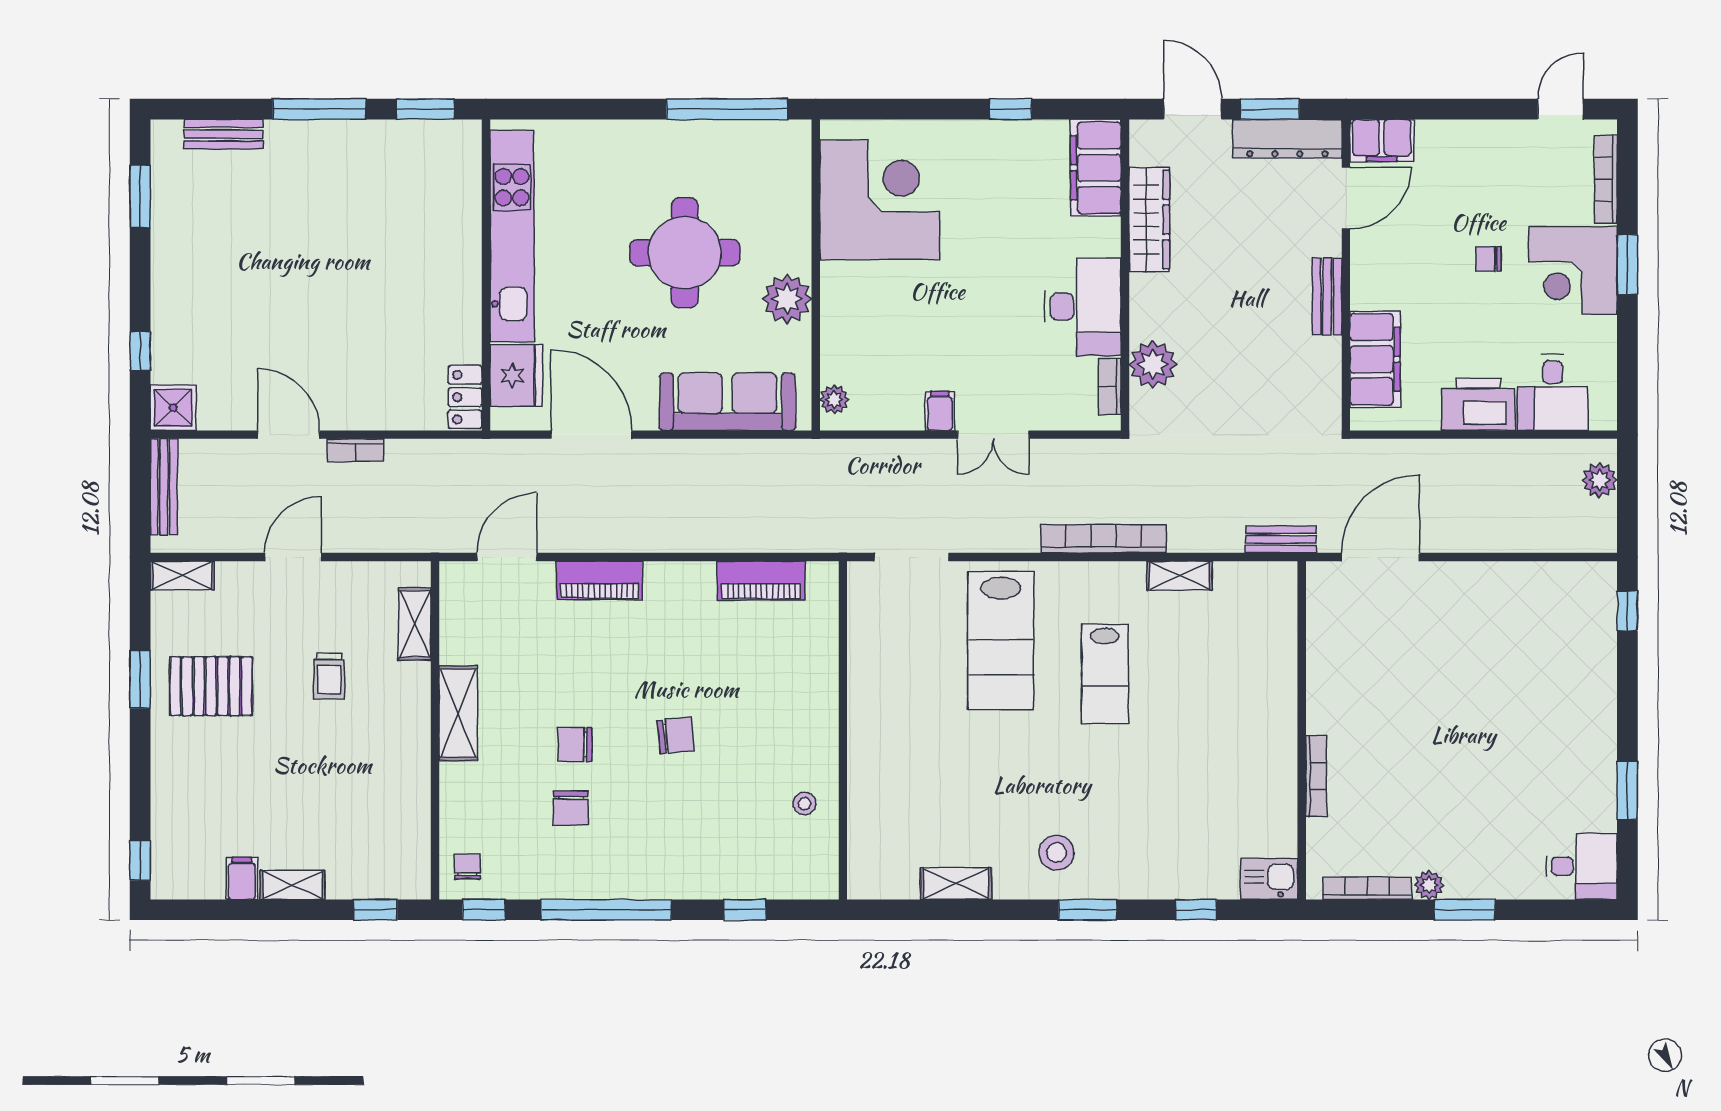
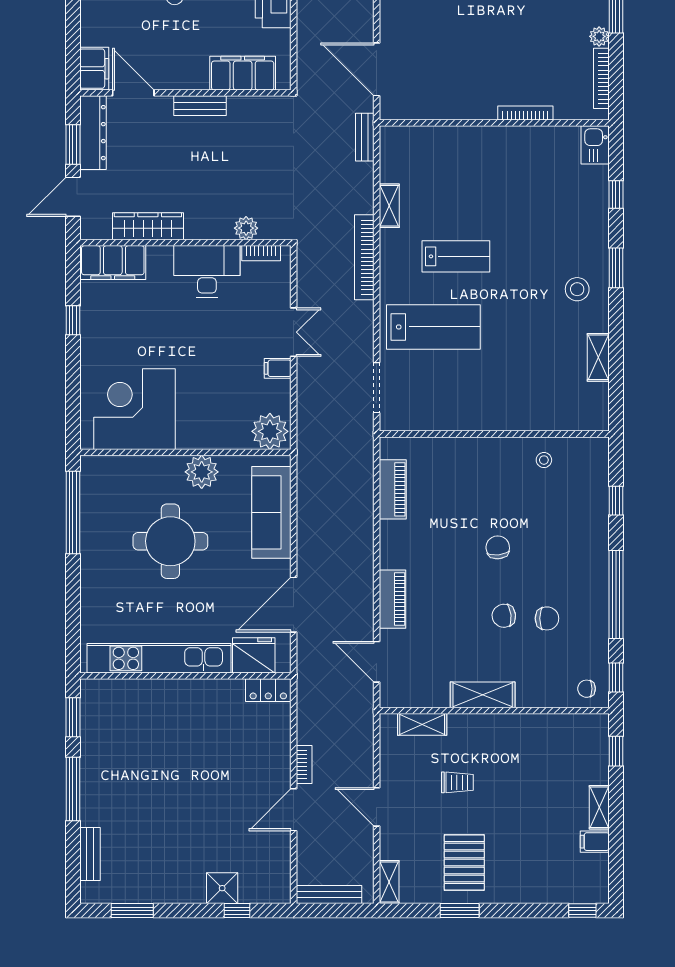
plant: (1153, 364) -> (246, 228), width x0.73, depth x0.73
plant: (834, 399) -> (270, 431), width x1.87, depth x1.87
shower: (173, 408) -> (222, 888), moved
chair: (575, 744) -> (504, 616), turned 84

